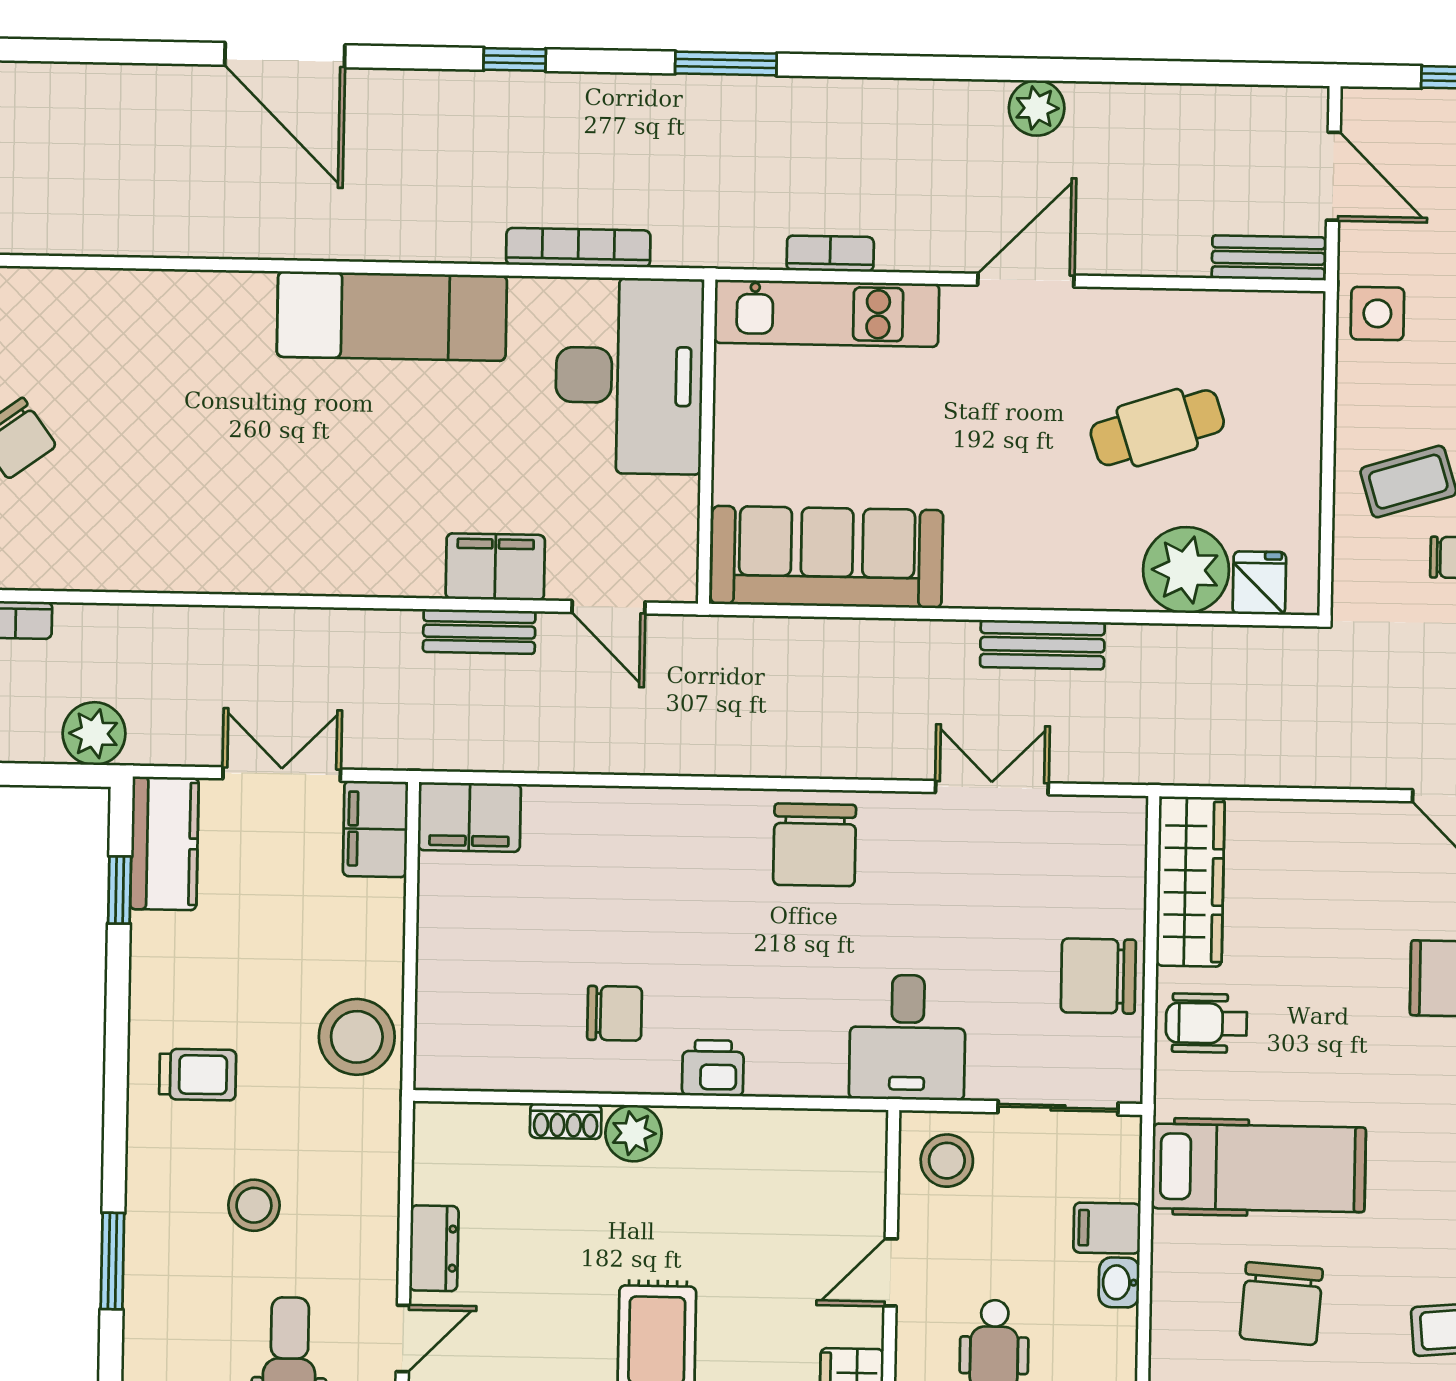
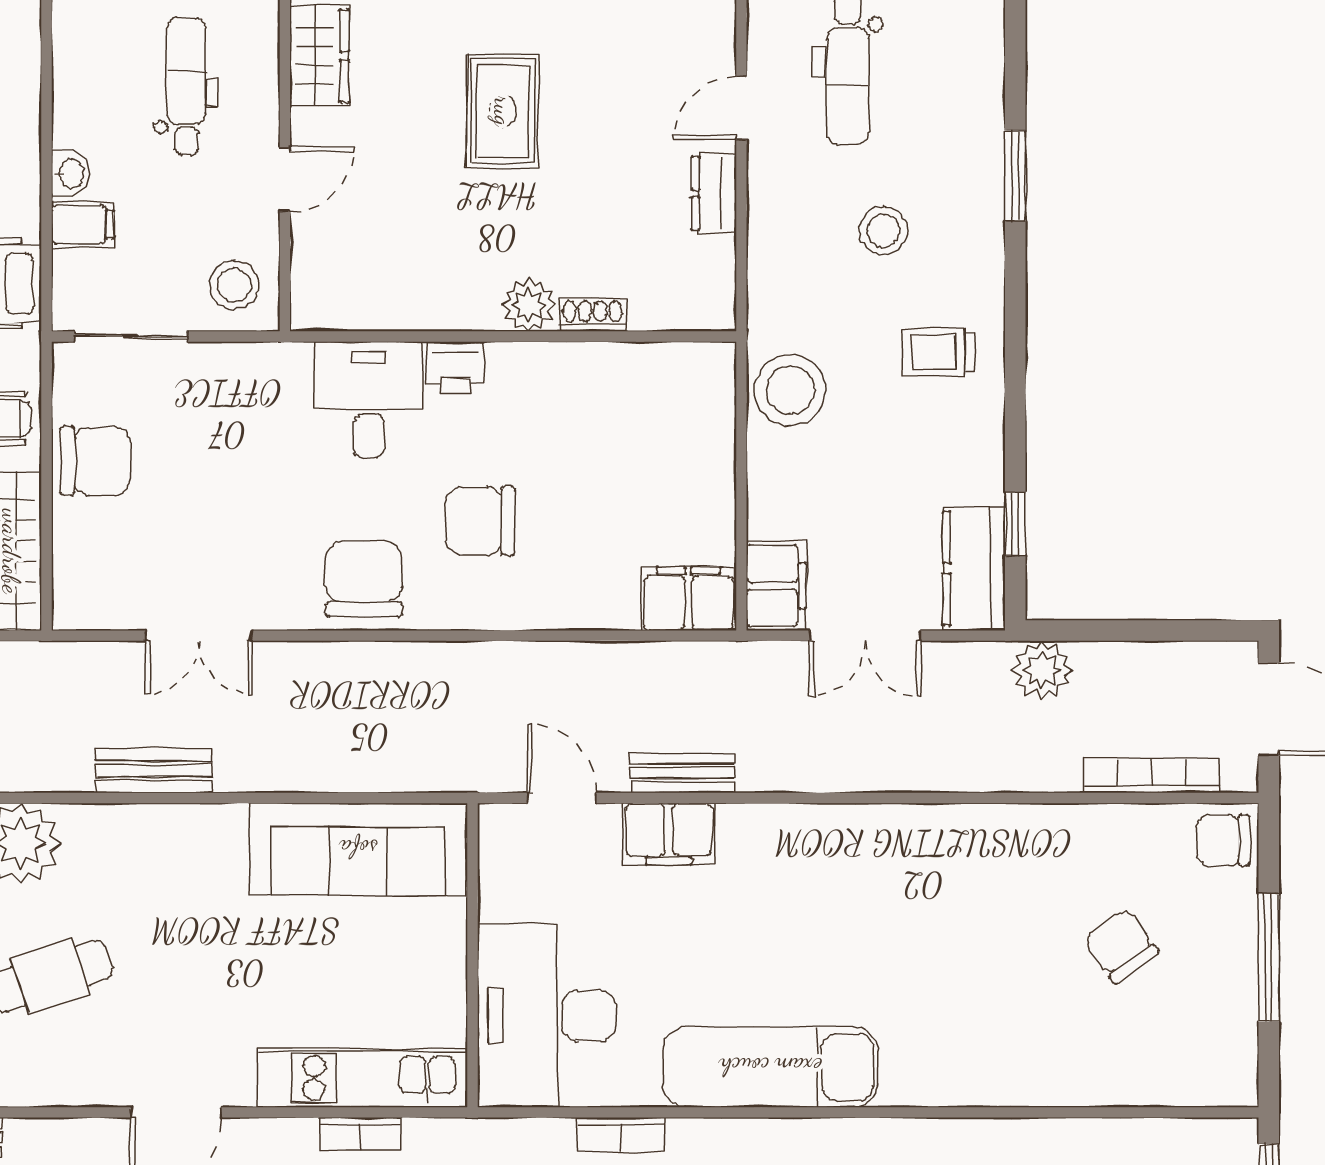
bookcase: (578, 248) -> (621, 1135), width x0.64
chair: (615, 1013) -> (480, 521), moved, width x1.37, depth x1.37
desk: (907, 1037) -> (369, 400), moved

